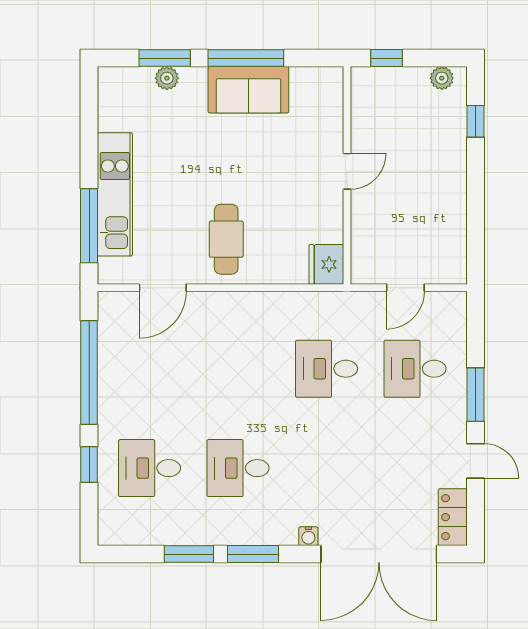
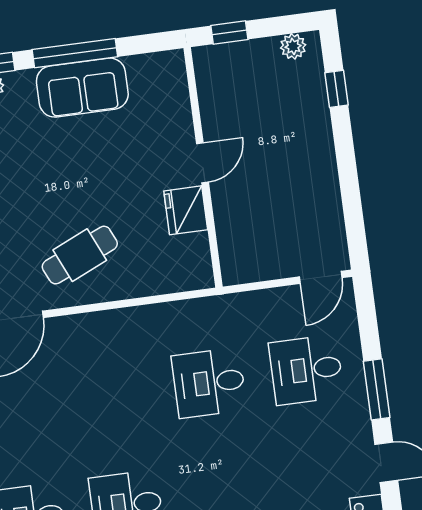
cafe table: (226, 239) -> (80, 255), turned 66
fridge: (326, 264) -> (186, 210), moved
door: (405, 288) -> (321, 277), moved

